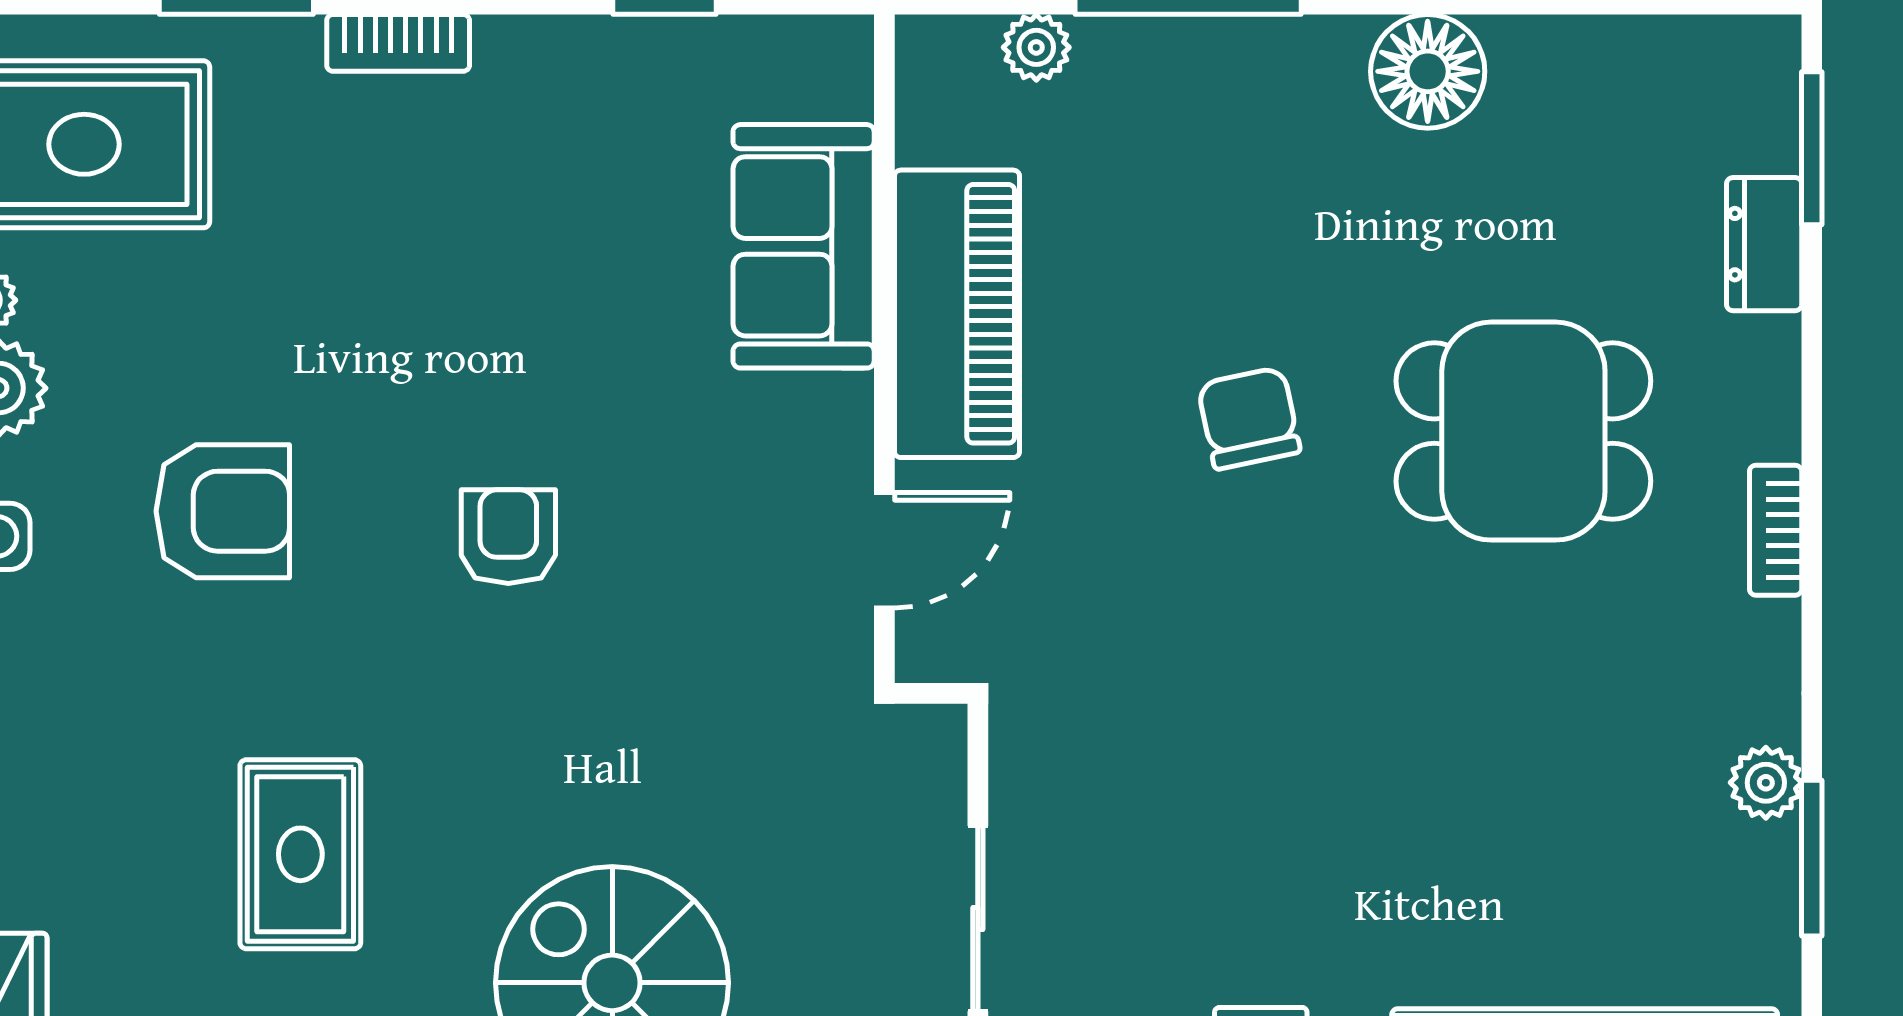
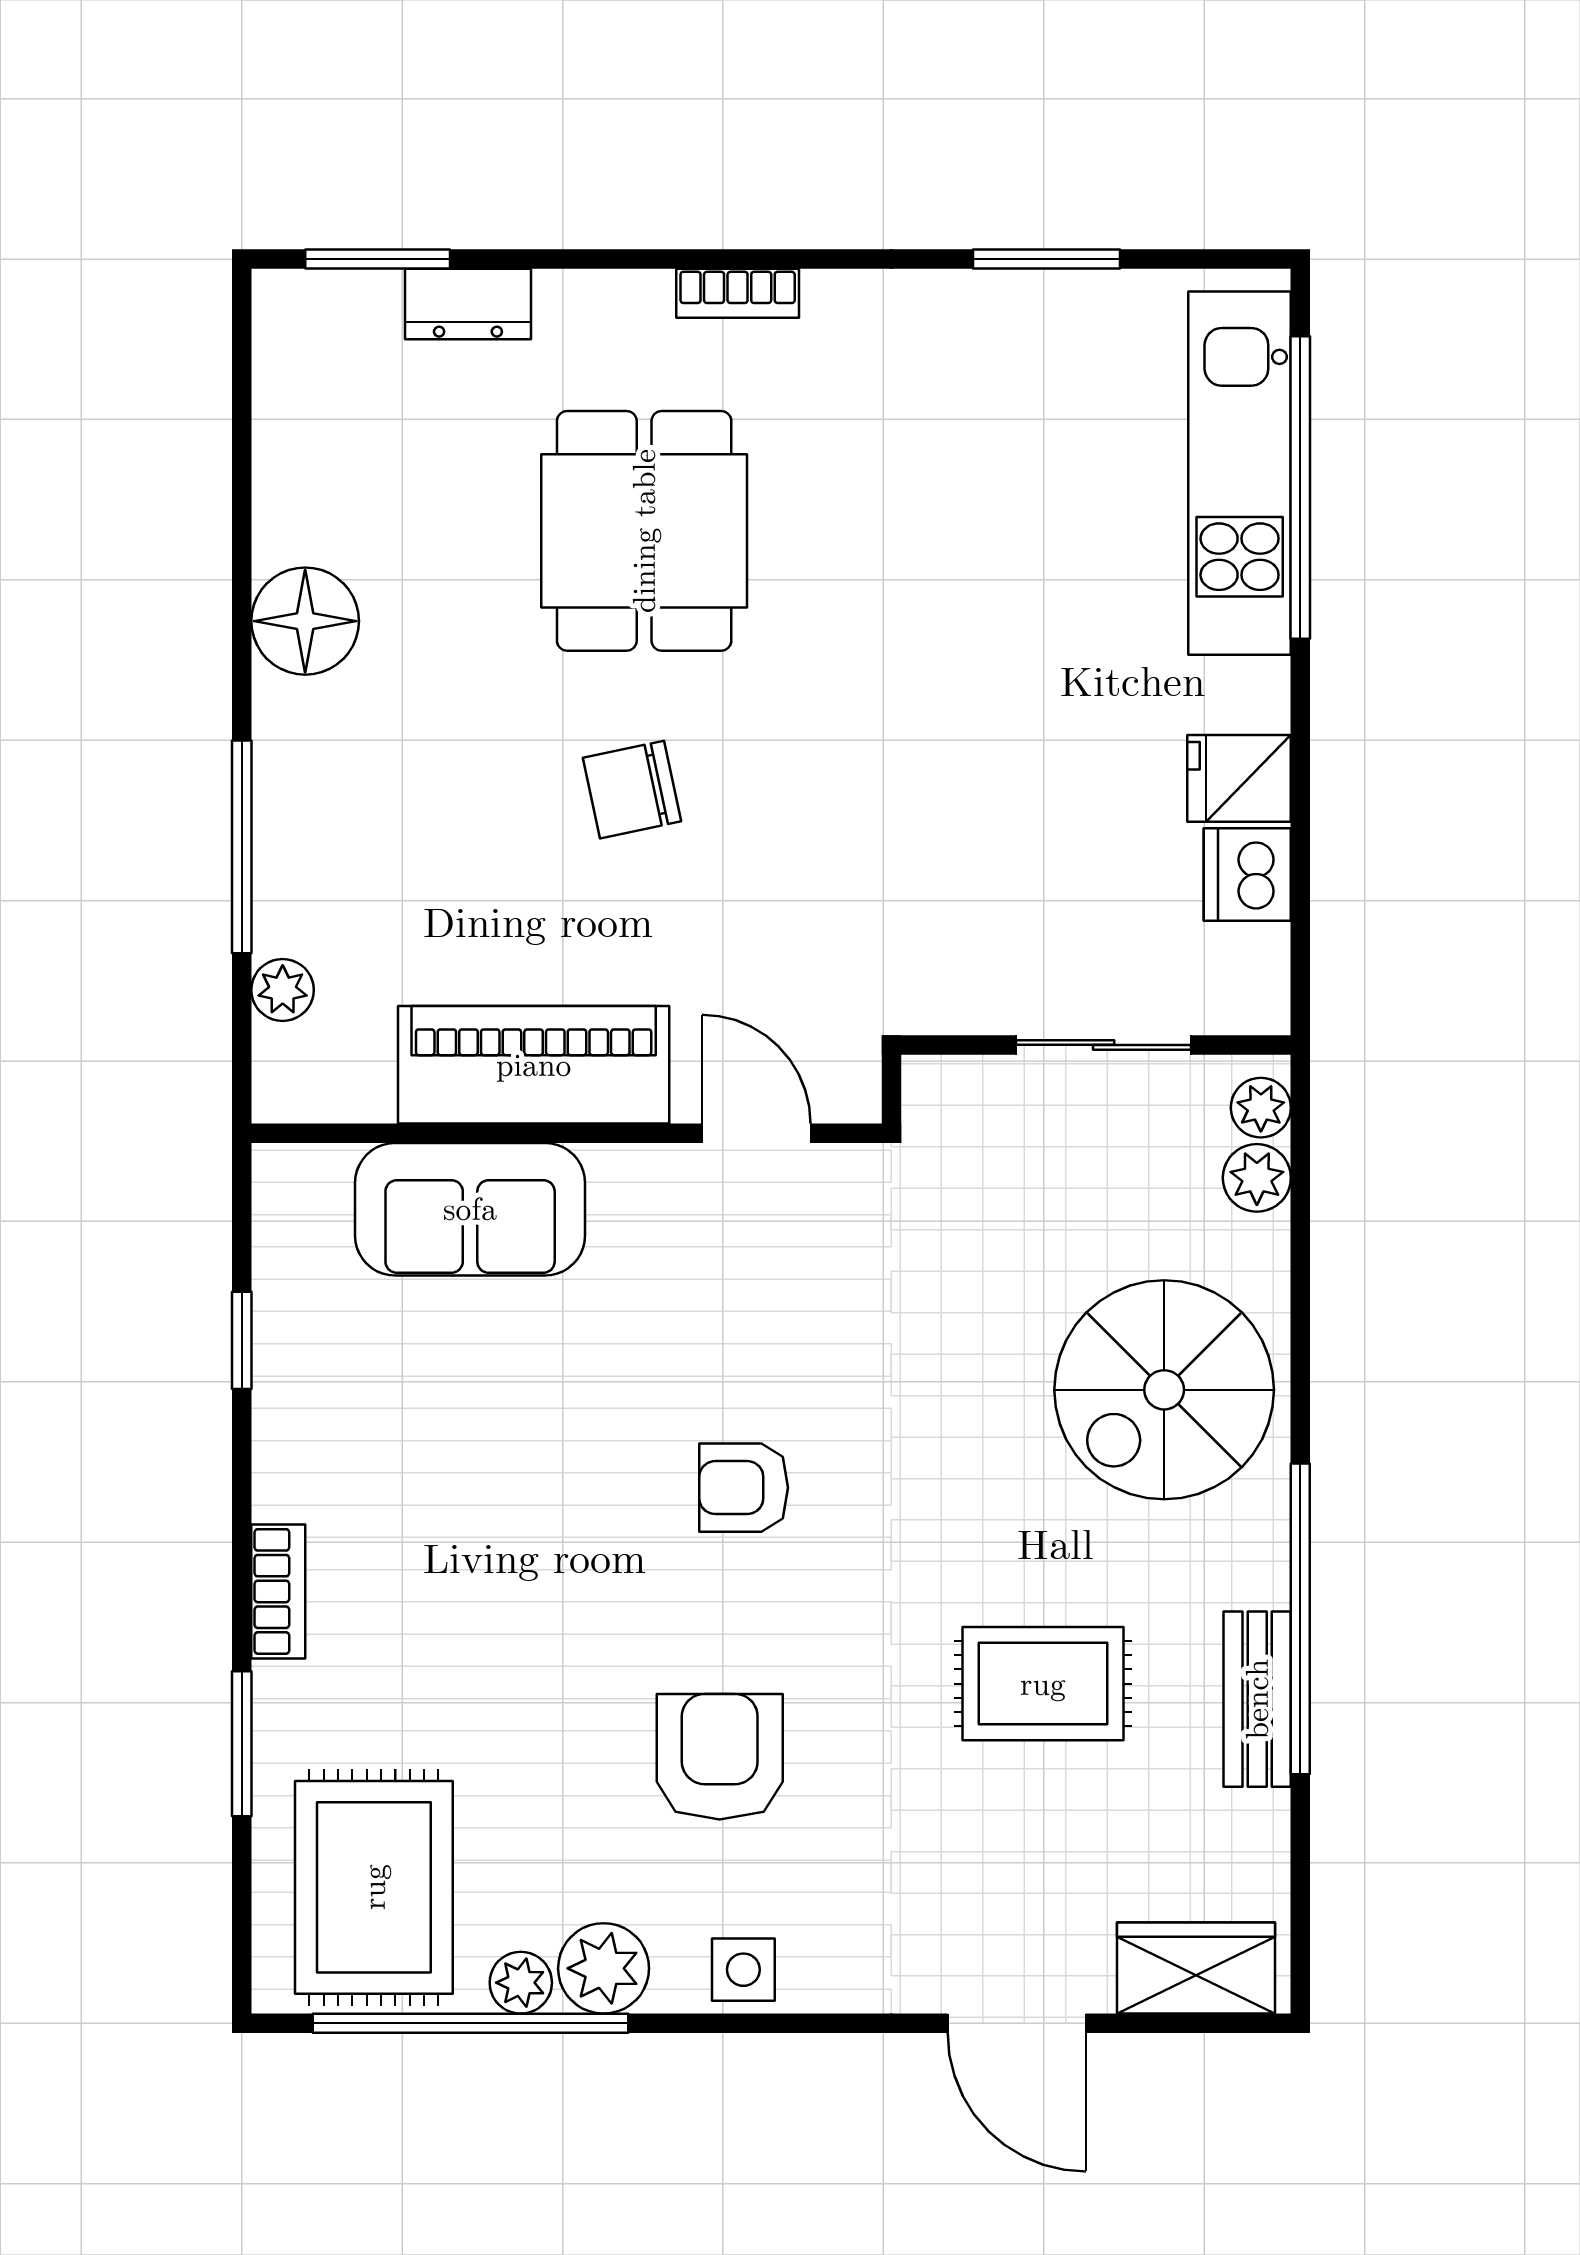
plant: (1766, 783) -> (976, 302), removed

